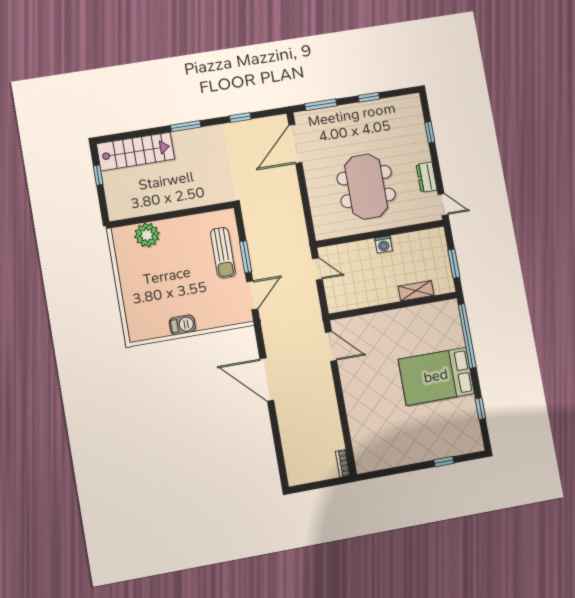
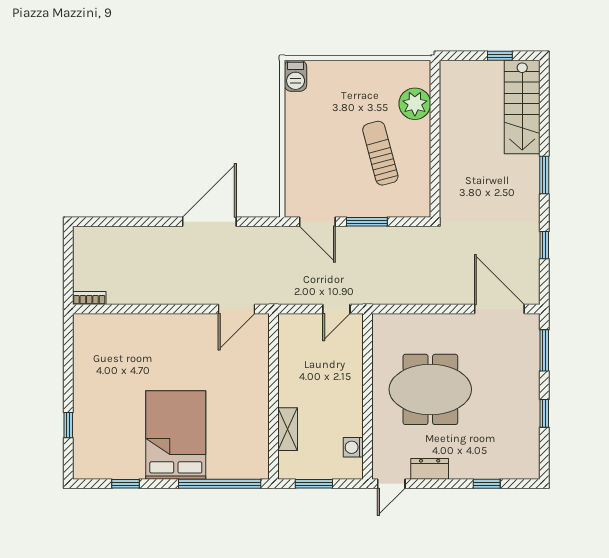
washing machine: (383, 244) -> (353, 447), moved
sun lounger: (223, 253) -> (380, 153), moved, turned 75
barbecue: (182, 325) -> (296, 76), moved

